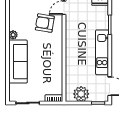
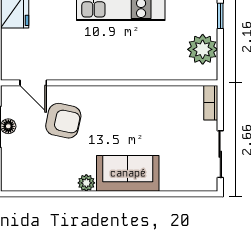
armchair: (45, 23) -> (63, 121), turned -87
sofa: (18, 62) -> (128, 173), width x0.73

